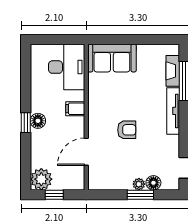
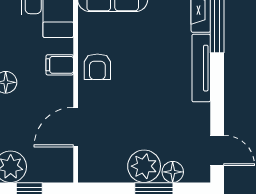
armchair: (127, 130) -> (97, 67), moved, turned 90
plant: (139, 184) -> (144, 166), width x1.88, depth x1.88

